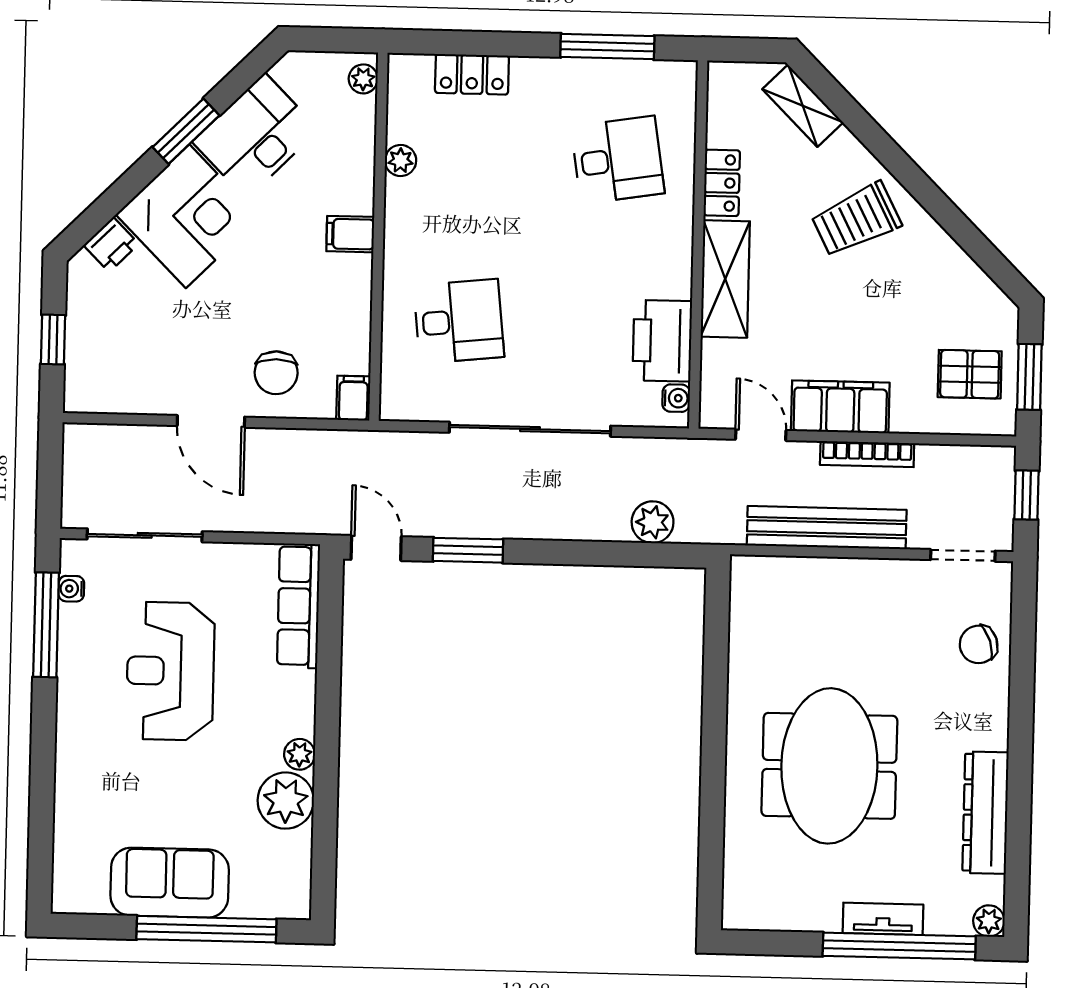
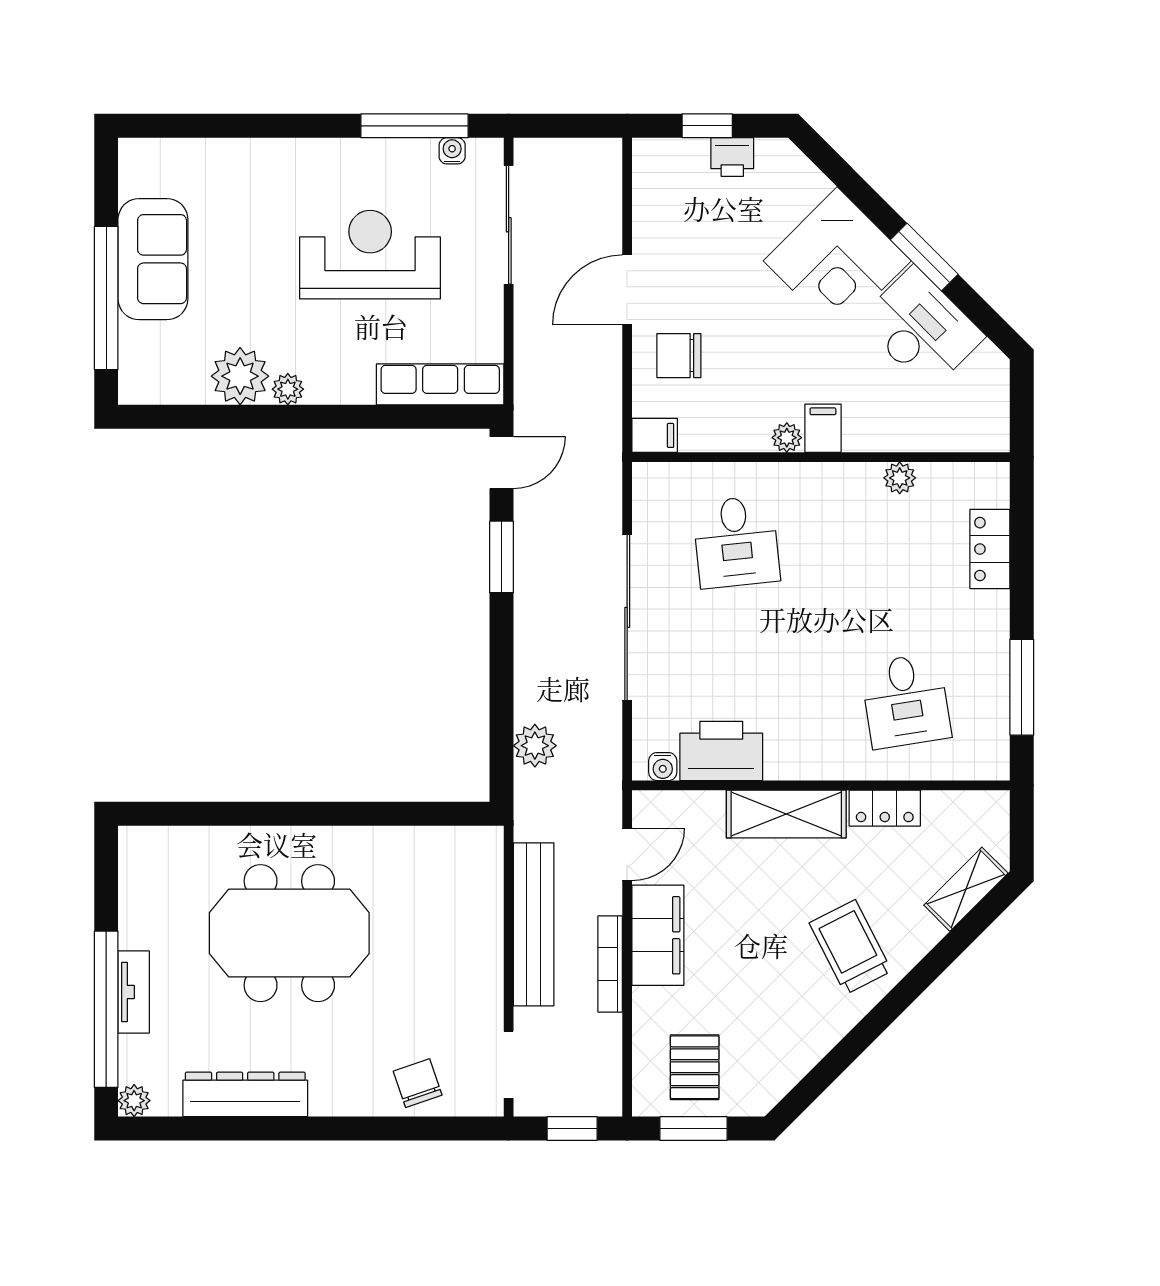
plant: (363, 79) -> (787, 438), moved
printer: (111, 245) -> (732, 157), moved, turned -45

